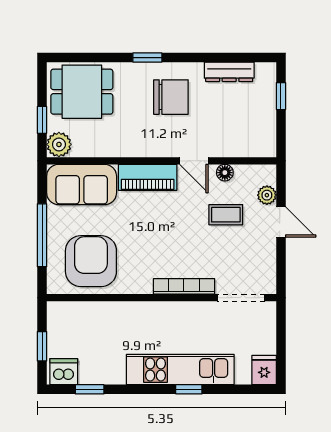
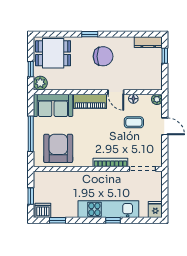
dresser: (229, 72) -> (148, 42), moved
plant: (267, 195) -> (157, 99), moved

